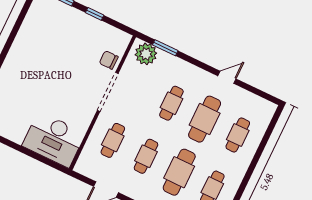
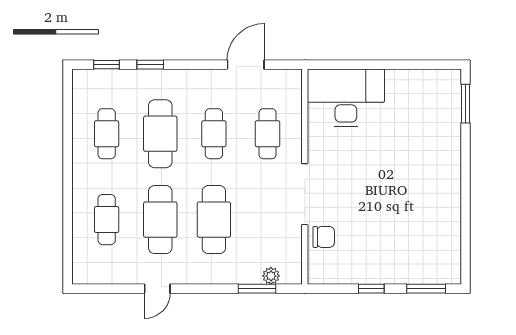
plant: (146, 54) -> (271, 276), width x0.53, depth x0.53
cafe table: (171, 103) -> (214, 220), width x1.37, depth x1.35

